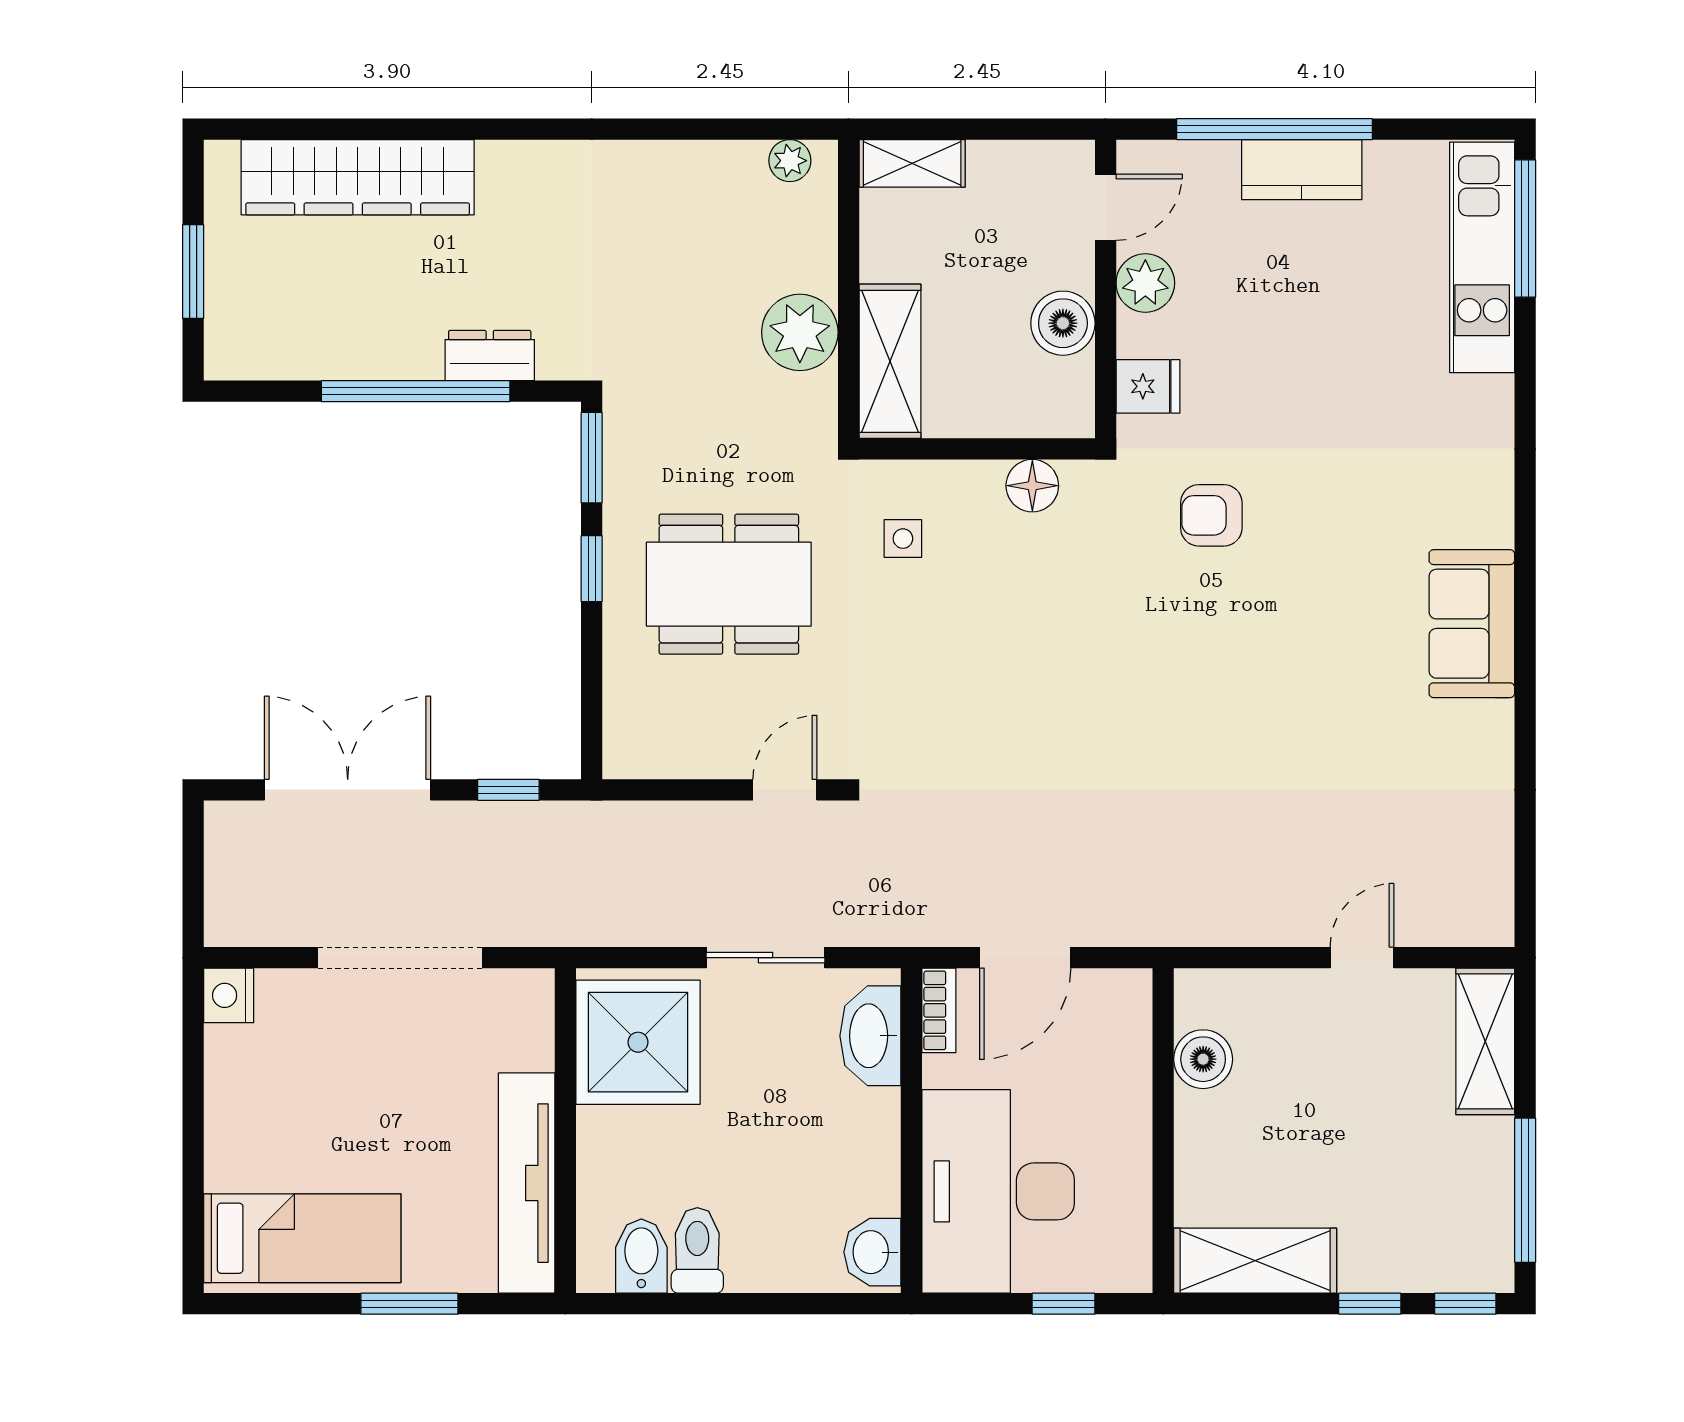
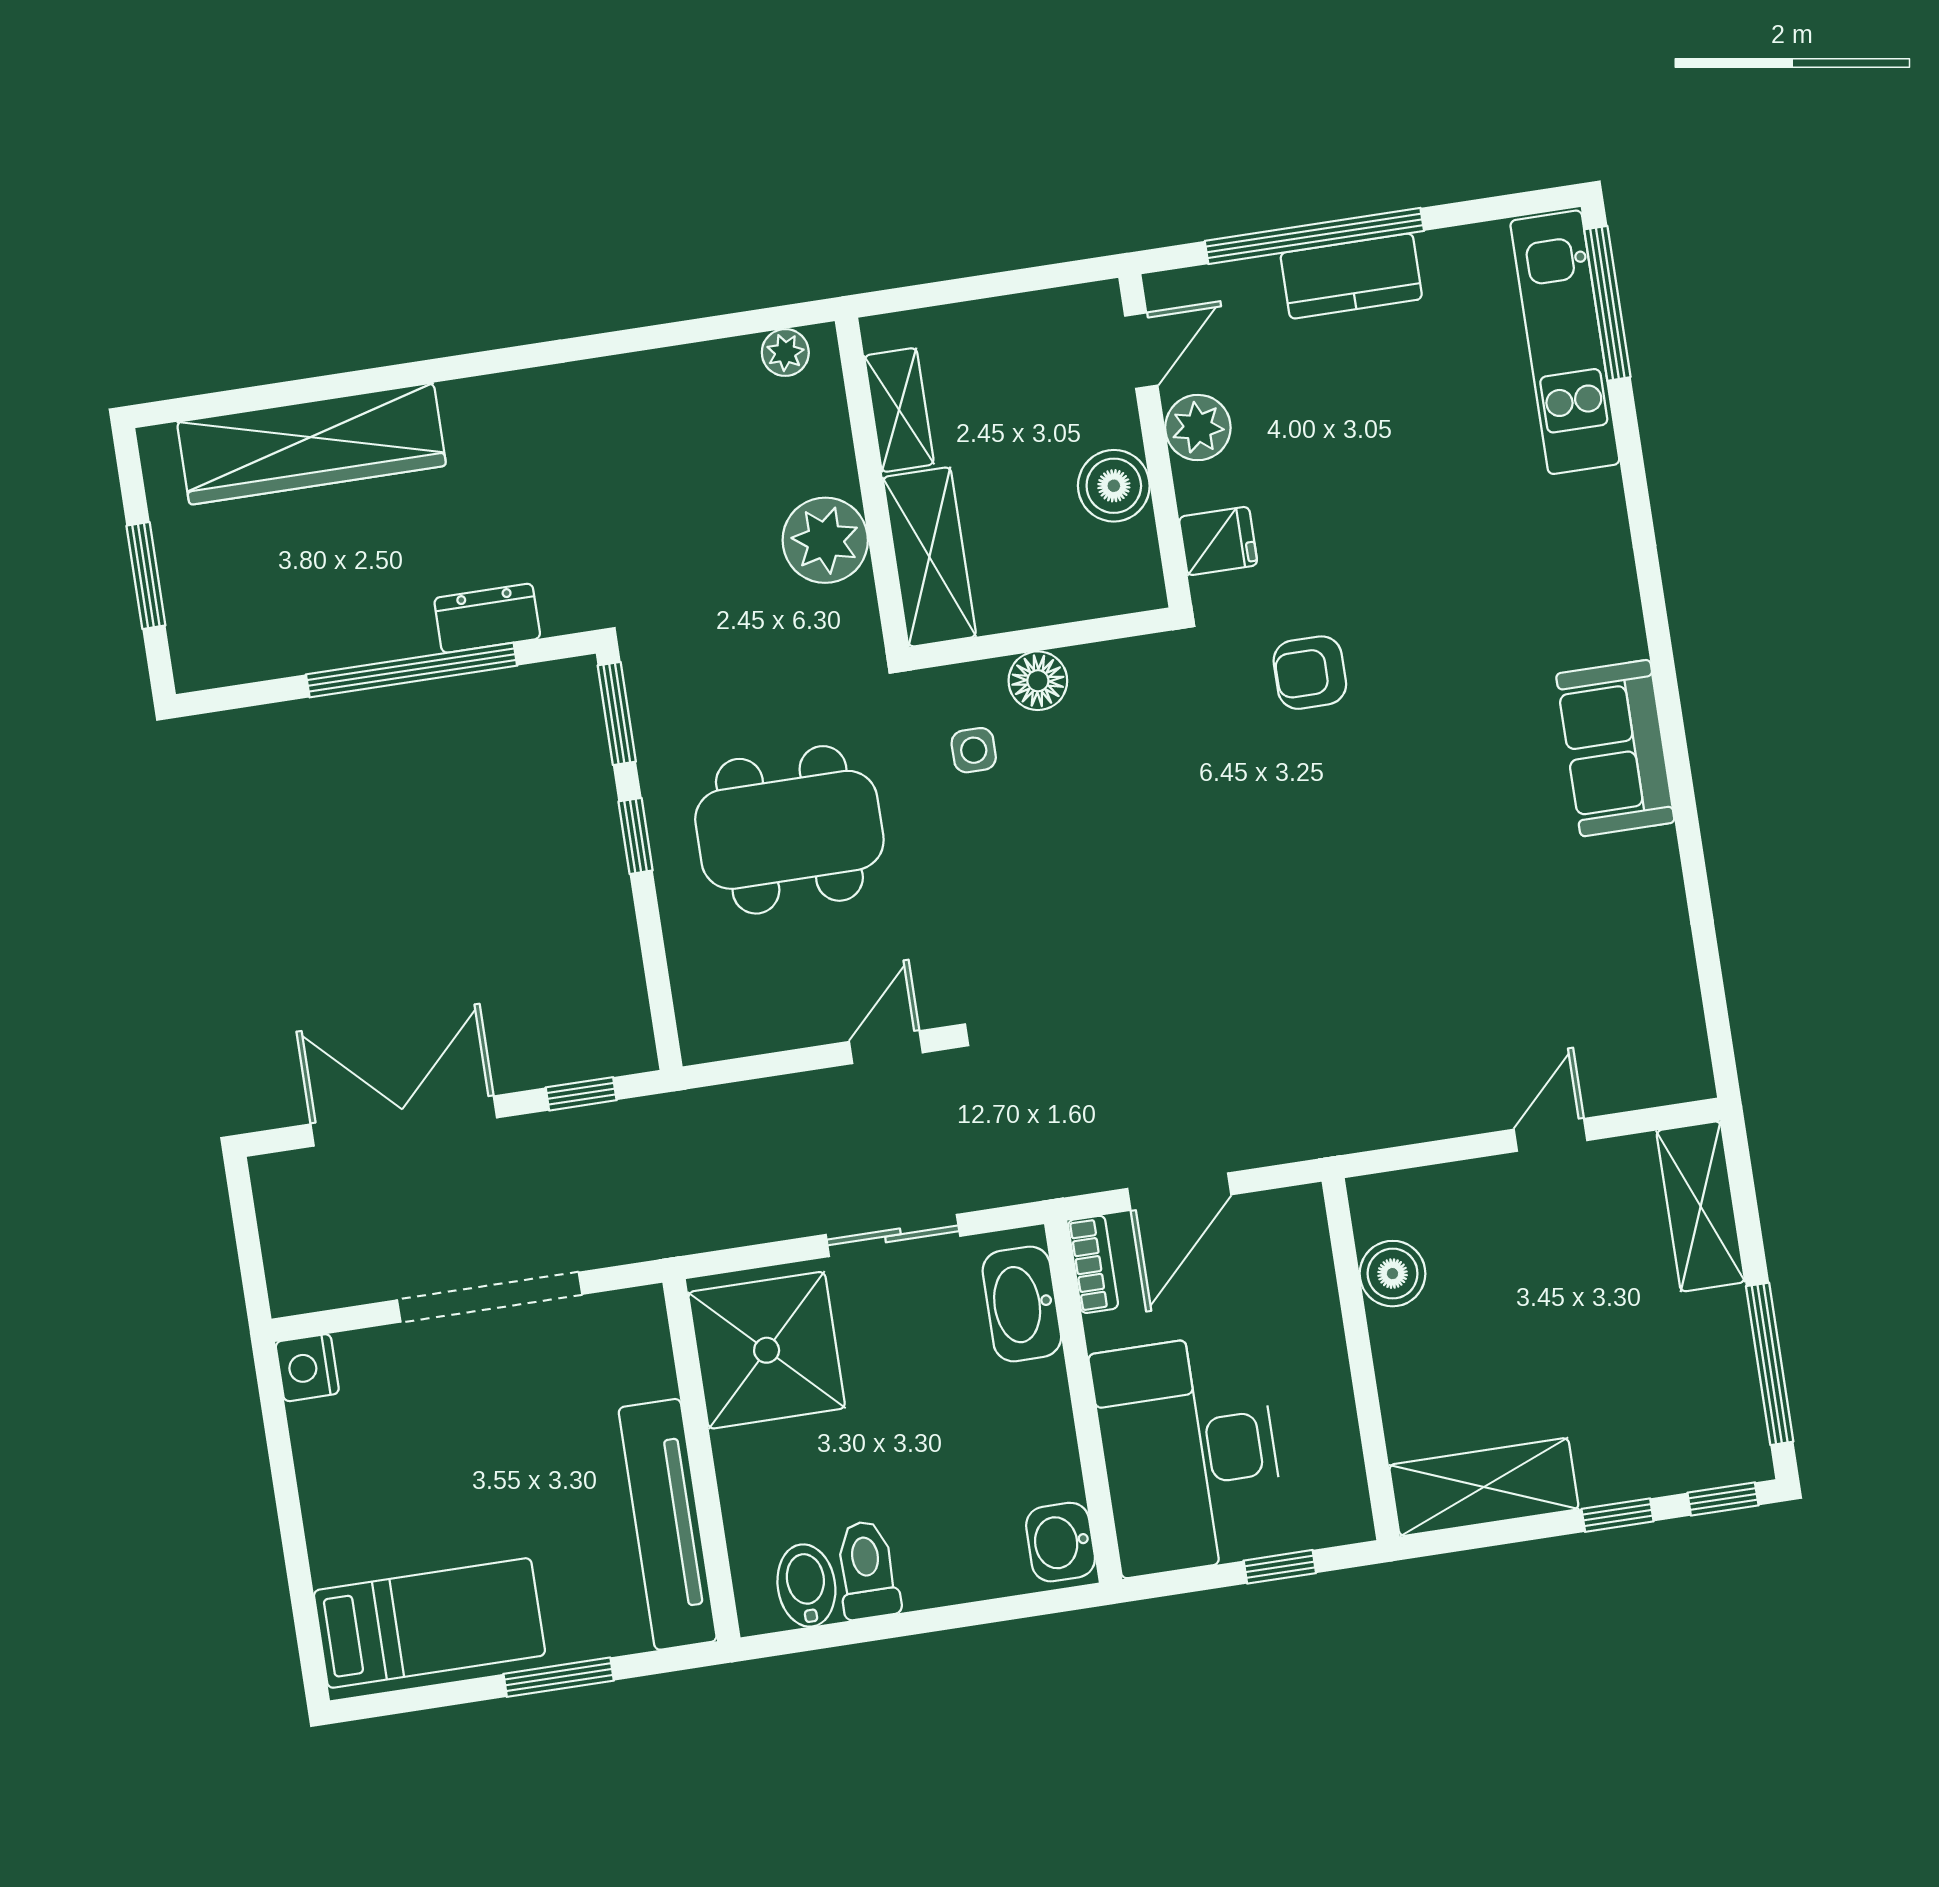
shelving: (912, 163) -> (899, 410), moved, turned 90
floor lamp: (1032, 486) -> (1038, 681), moved

